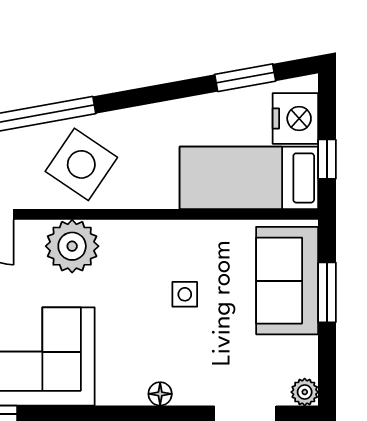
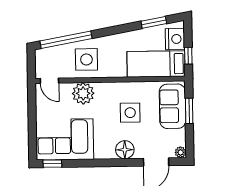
side table: (81, 164) -> (86, 59), turned -34
side table: (185, 294) -> (130, 113), width x1.87, depth x1.87
floor lamp: (160, 394) -> (125, 150), width x1.89, depth x1.89

